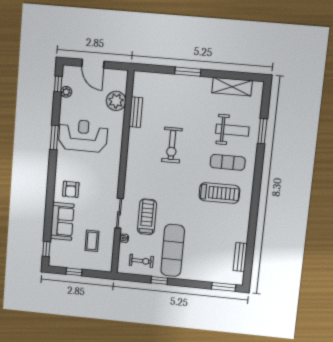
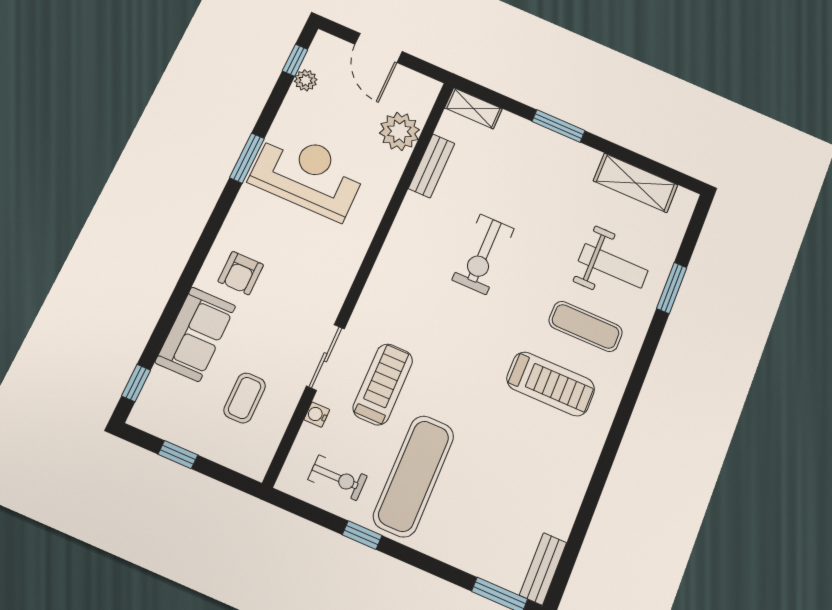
shelving: (146, 77) -> (473, 108), added
bench: (240, 257) -> (543, 569), moved

